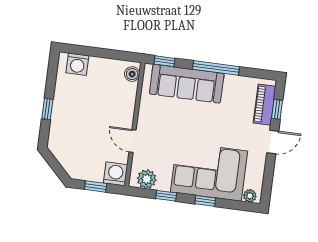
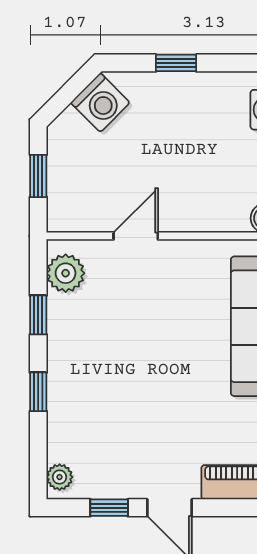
window: (277, 109) -> (109, 508), moved
corner sofa: (209, 172) -> (96, 392), removed
washing machine: (116, 174) -> (100, 103), moved, turned 45

